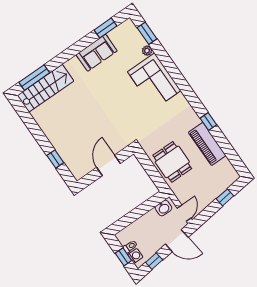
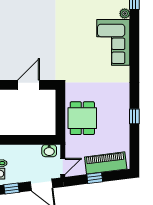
window: (208, 122) -> (134, 116), moved
piano: (207, 144) -> (106, 163), moved, turned 83
window: (225, 197) -> (95, 178), moved

